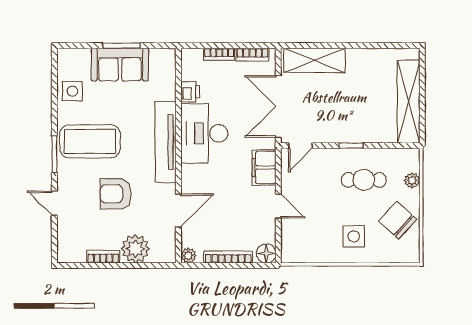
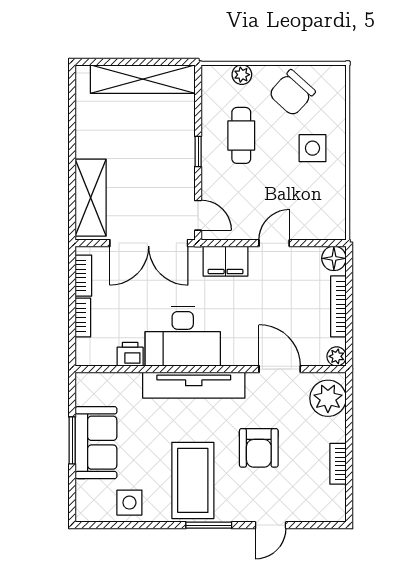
plant: (135, 249) -> (328, 398), moved

